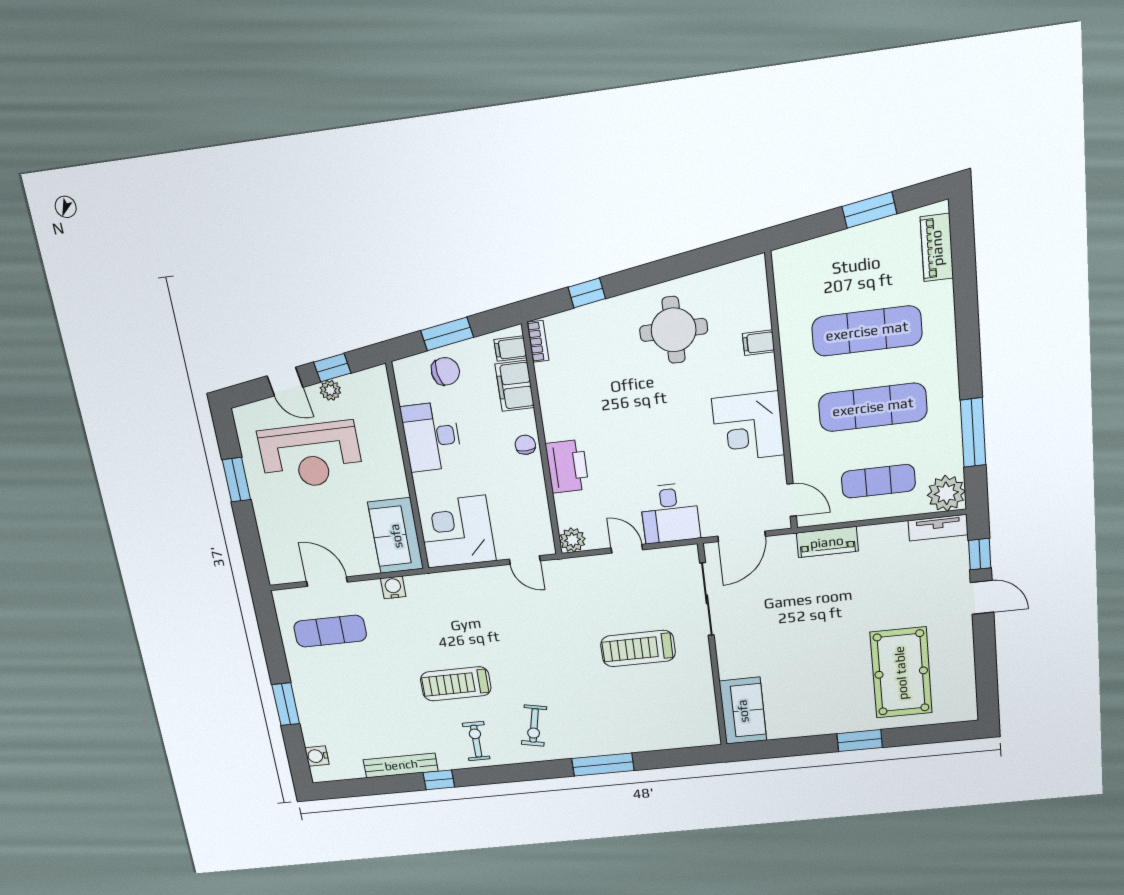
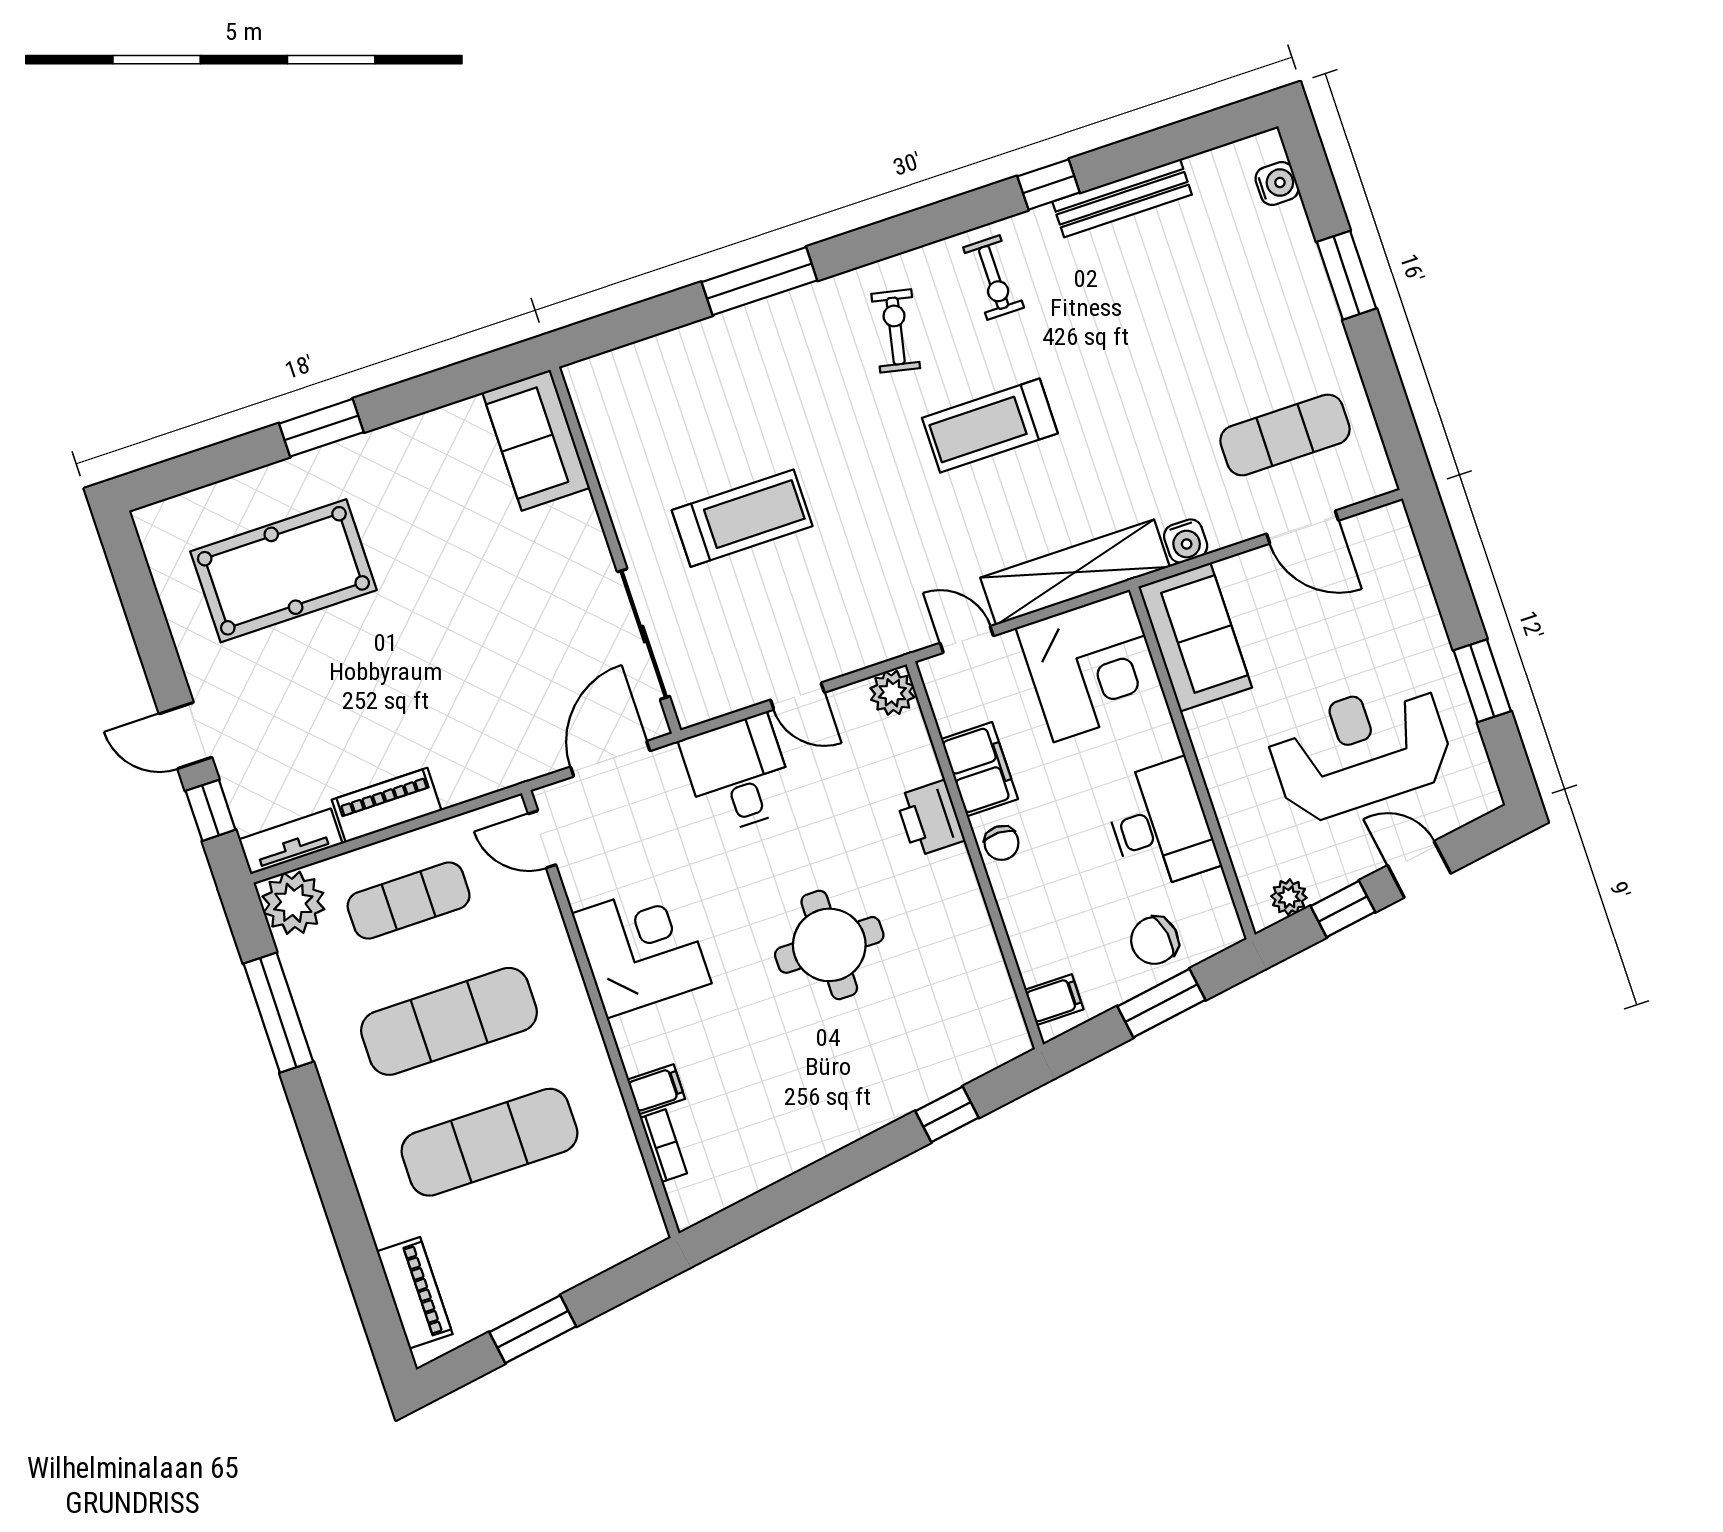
round table: (674, 330) -> (829, 945), moved
bookcase: (538, 341) -> (663, 1146), moved, turned 180
filing cabinet: (515, 386) -> (979, 769), moved
plant: (330, 390) -> (1289, 897), moved
printer: (567, 466) -> (930, 818), width x0.73, depth x0.84
piano: (827, 542) -> (387, 805), moved
shelving: (458, 583) -> (1075, 572), added
pool table: (901, 673) -> (283, 571), turned 90
treadmill: (456, 684) -> (990, 426), moved, turned 180

